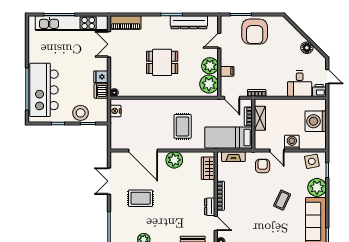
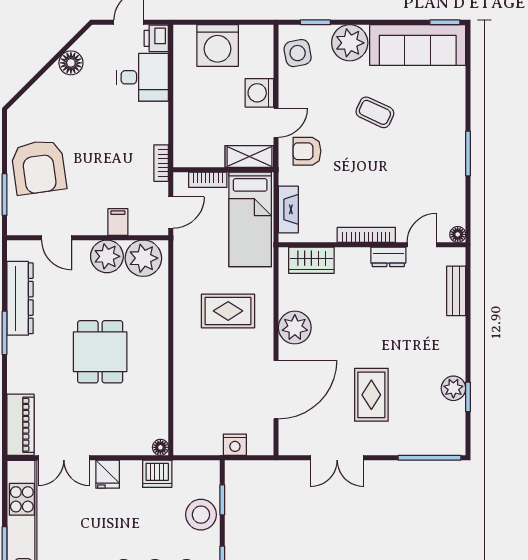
armchair: (255, 32) -> (39, 167), turned 82
fridge: (101, 77) -> (108, 474), moved
nightstand: (116, 111) -> (235, 445), moved
shelving: (260, 118) -> (249, 157), moved

